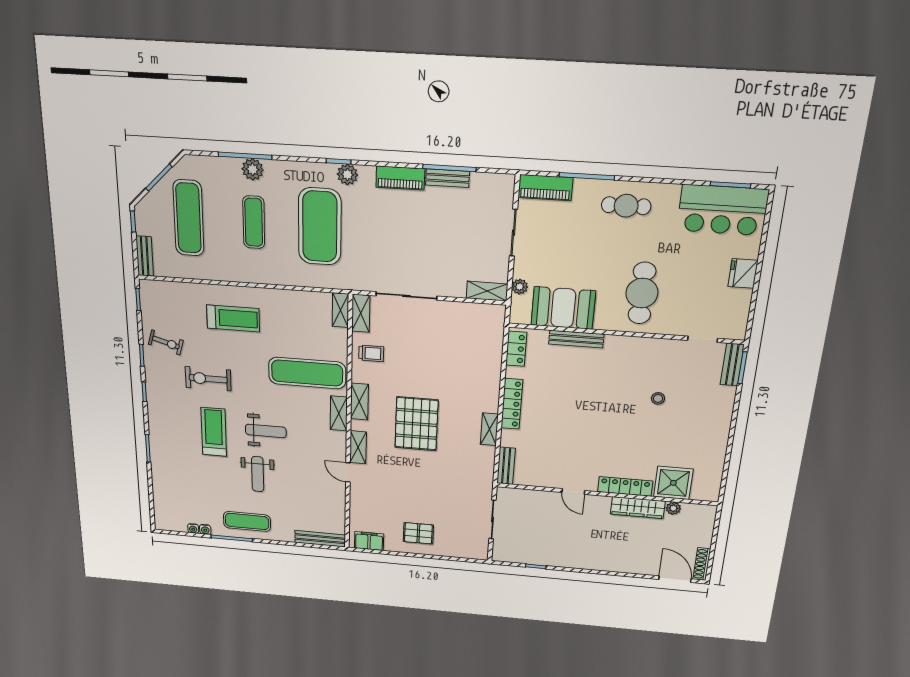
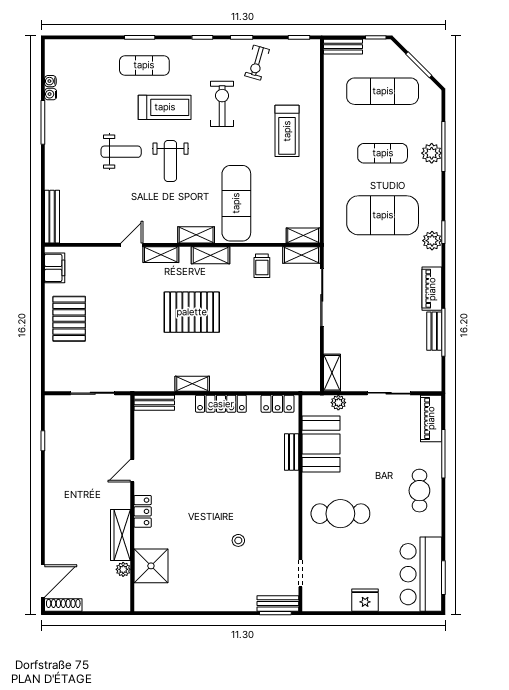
bench: (576, 339) -> (292, 452), width x0.73
weight bench: (258, 474) -> (121, 152), turned 180
locker: (625, 486) -> (143, 511), width x0.66
exercise mat: (247, 521) -> (144, 65), moved, turned 90
pallet: (418, 533) -> (69, 319), width x1.50, depth x1.42

